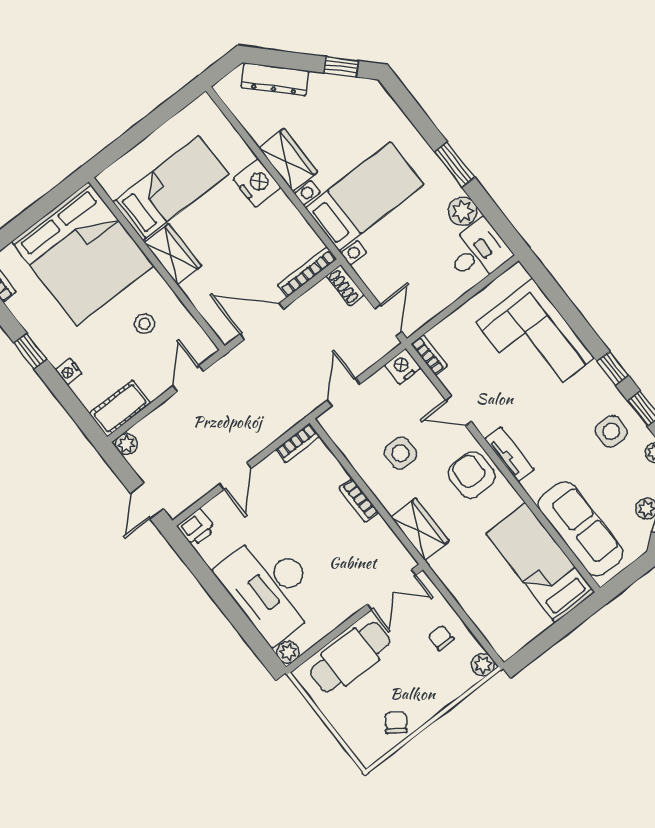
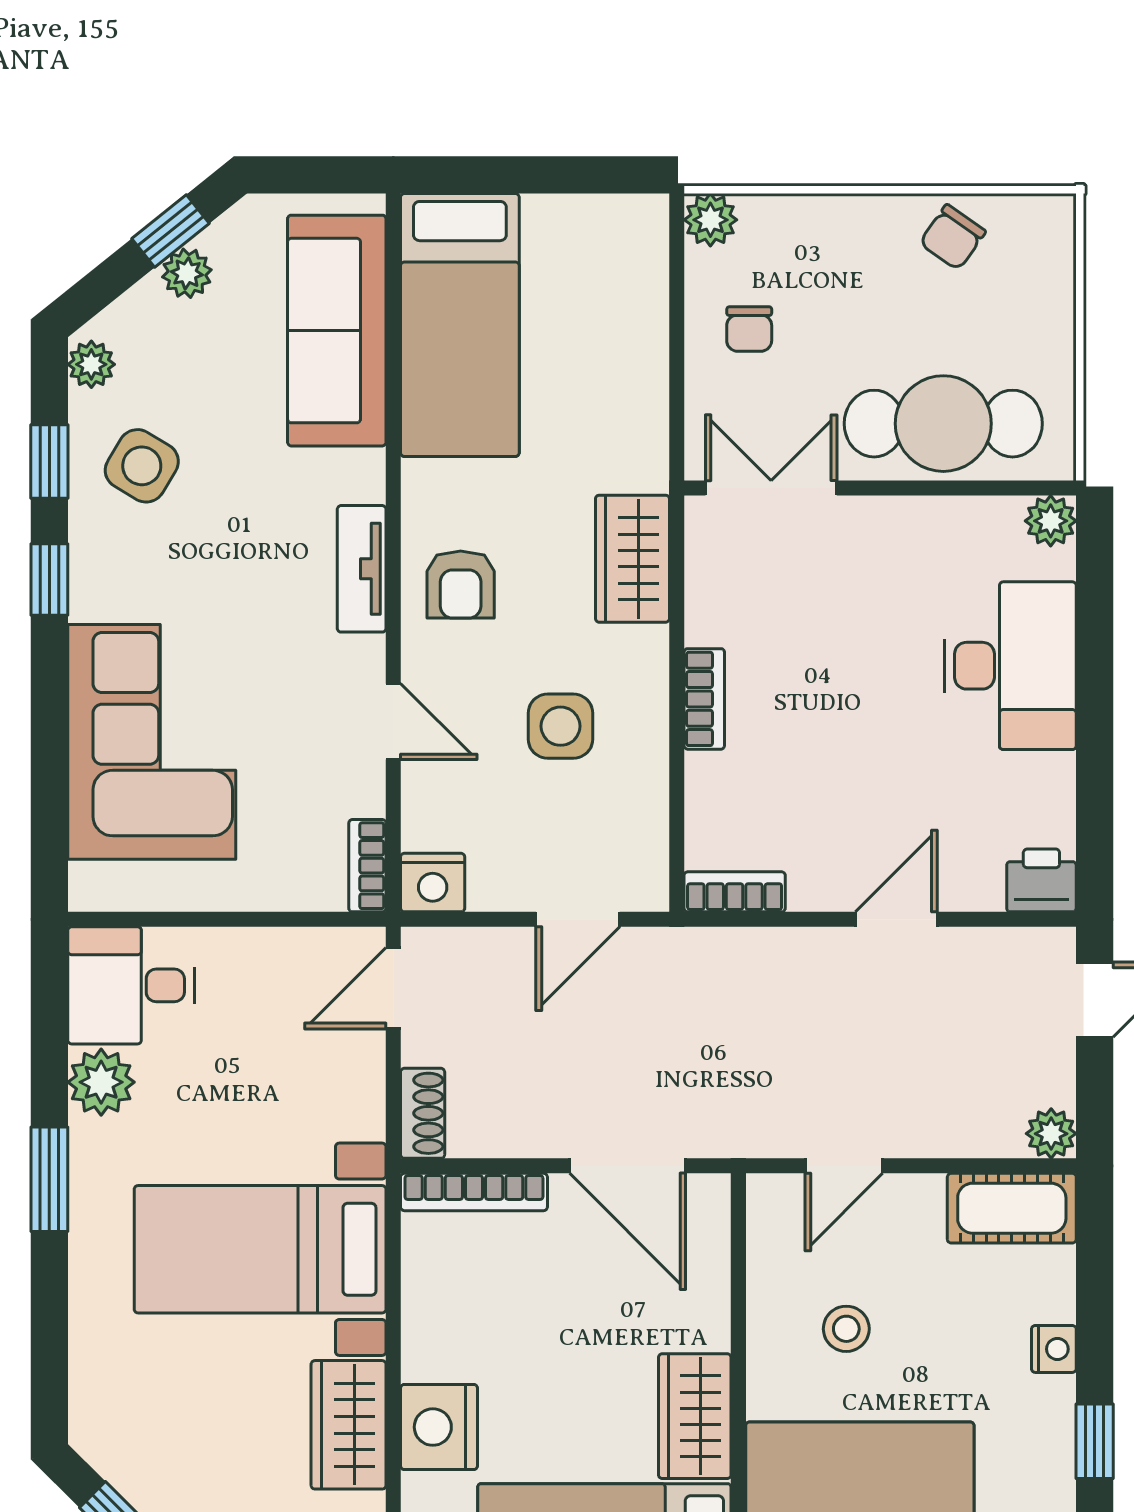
side table: (611, 431) -> (142, 466), turned 31
armchair: (472, 475) -> (461, 585), width x0.72, depth x0.72
desk: (270, 587) -> (1010, 666), width x0.73, depth x0.77

